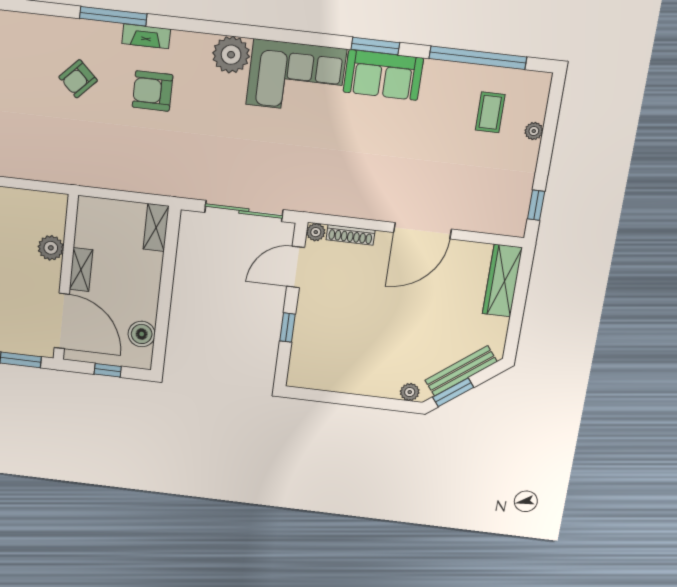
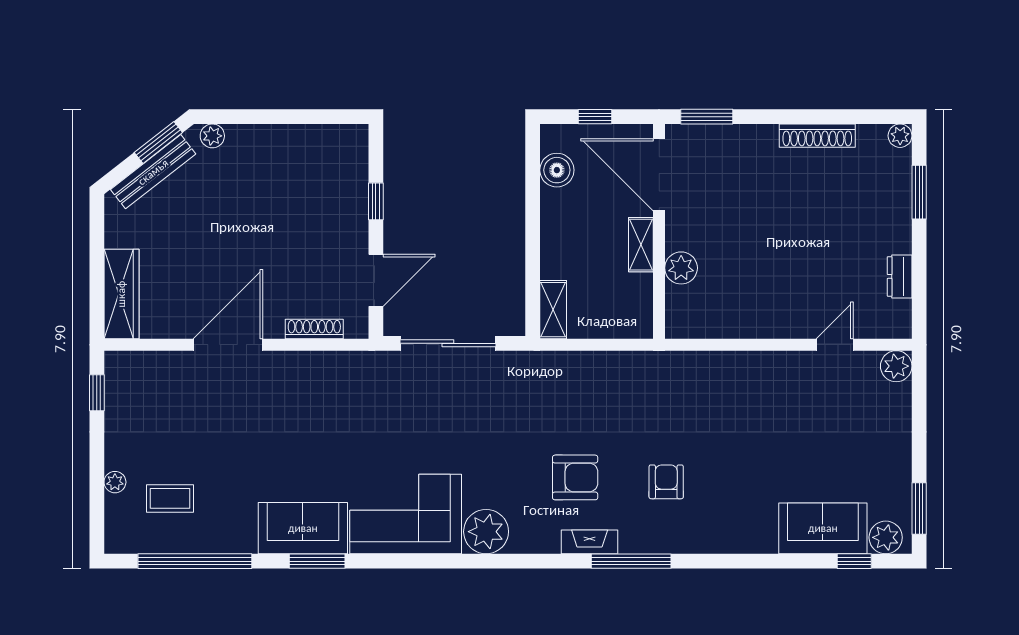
armchair: (78, 79) -> (666, 482), turned -44
coffee table: (490, 112) -> (170, 498), turned 90
plant: (316, 232) -> (357, 327), removed

